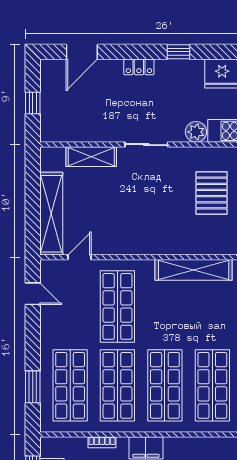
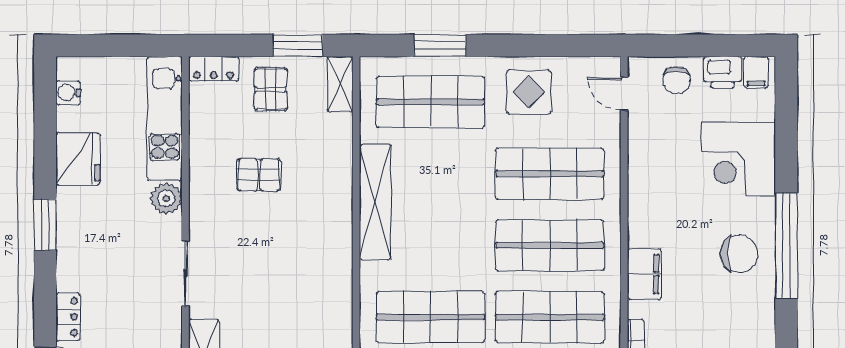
window: (178, 52) -> (45, 225), width x1.50
locker: (139, 67) -> (68, 317), moved
pallet: (212, 193) -> (259, 175), width x0.67, depth x0.71

